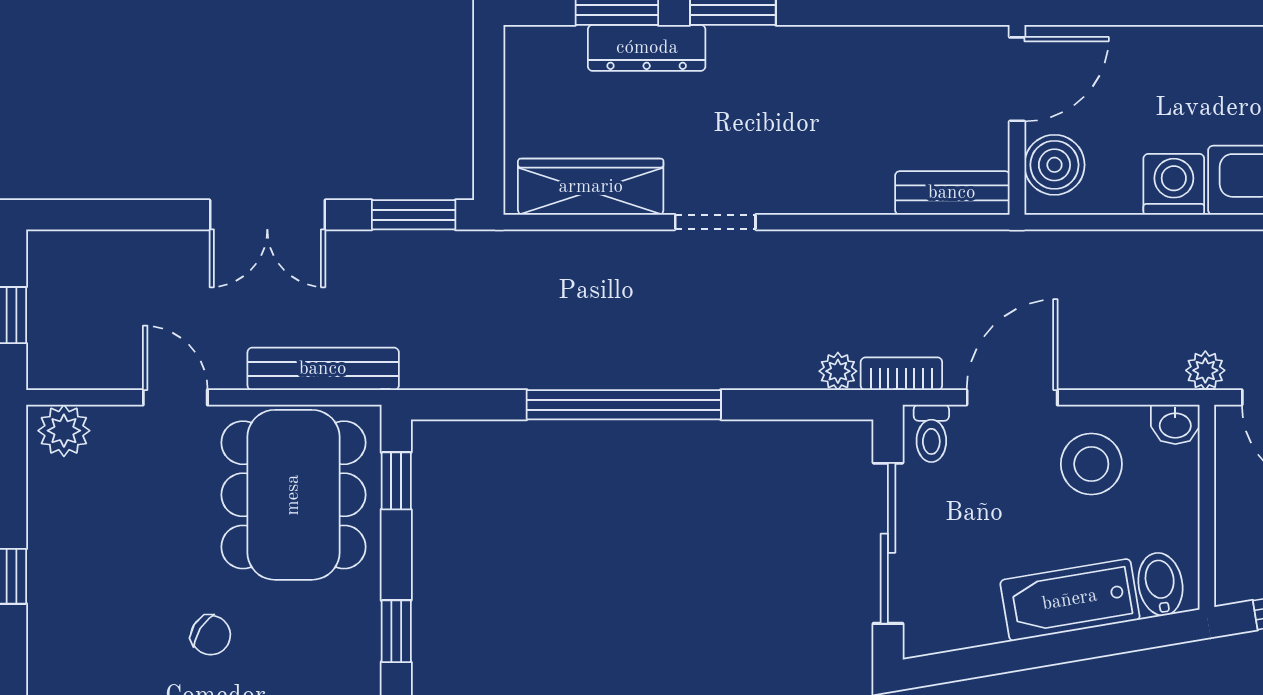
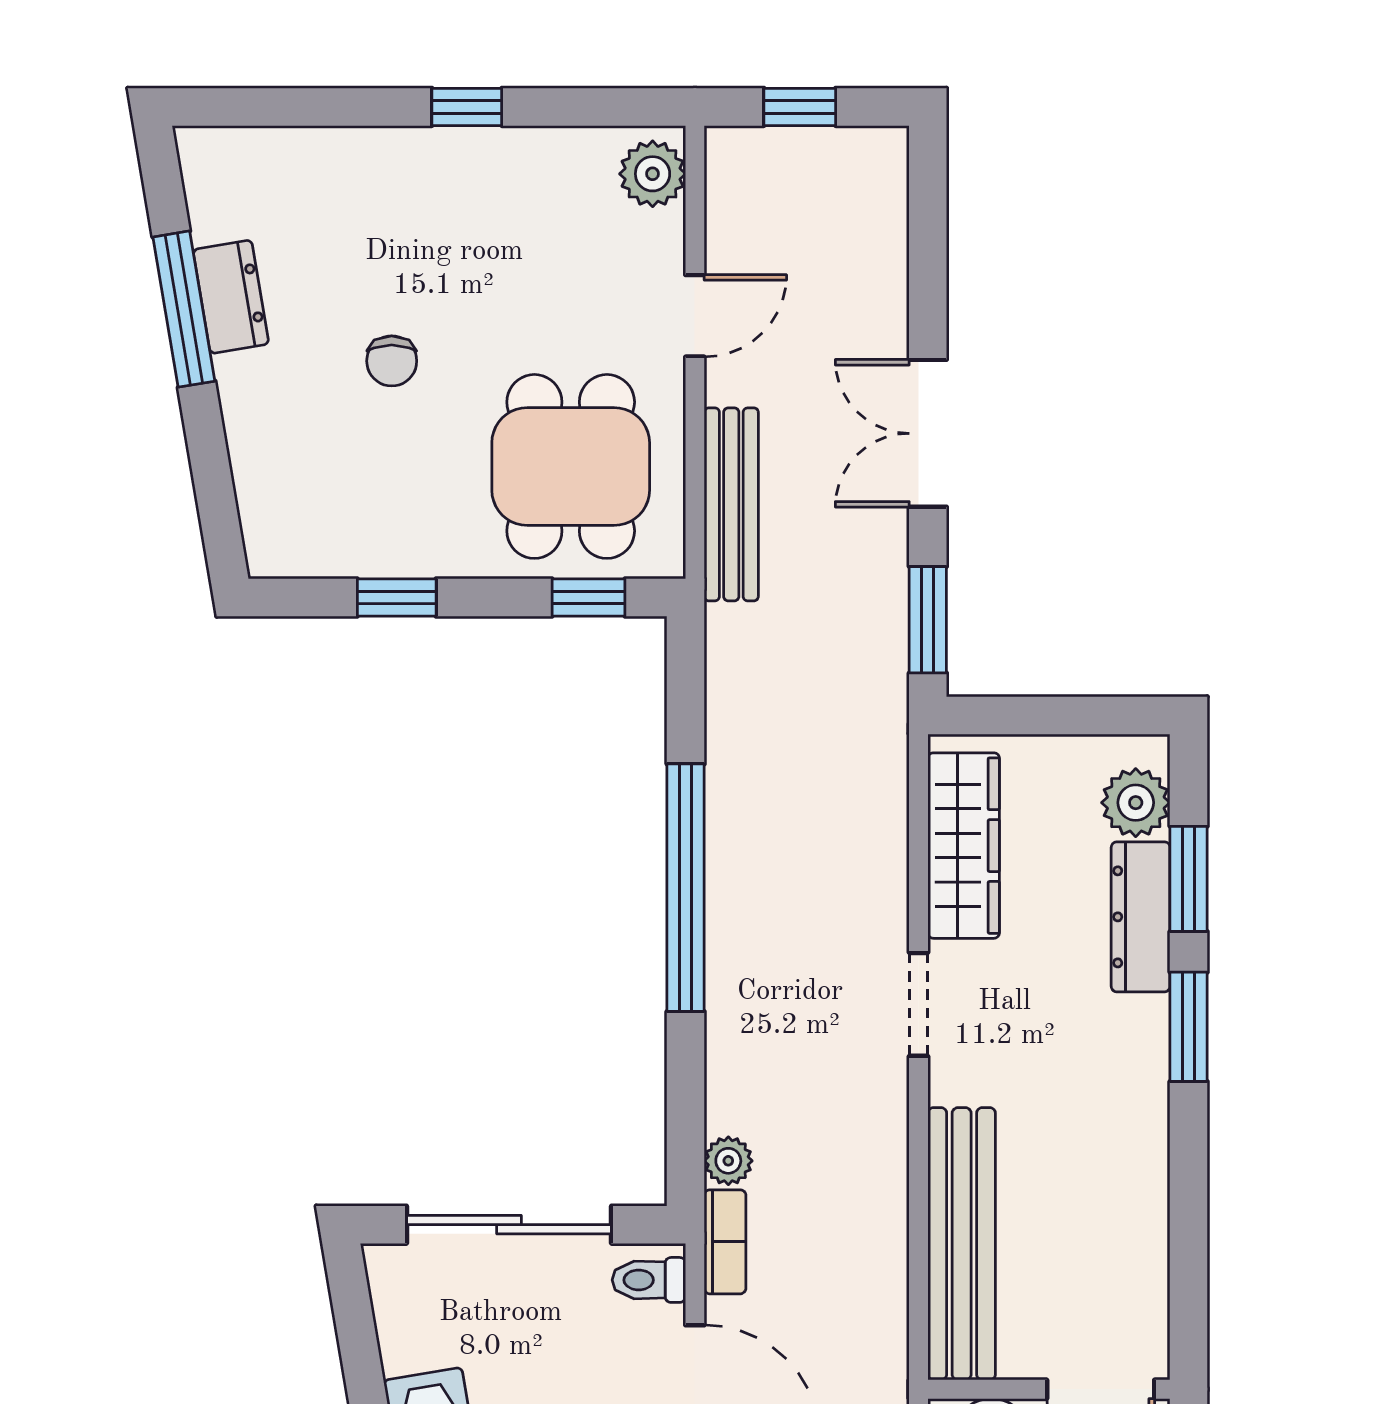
plant: (557, 52) -> (1136, 803), added
bench: (952, 193) -> (962, 1244), width x1.86, depth x1.21
dining table: (293, 495) -> (571, 466), width x0.73
chair: (211, 635) -> (392, 361), turned -32

